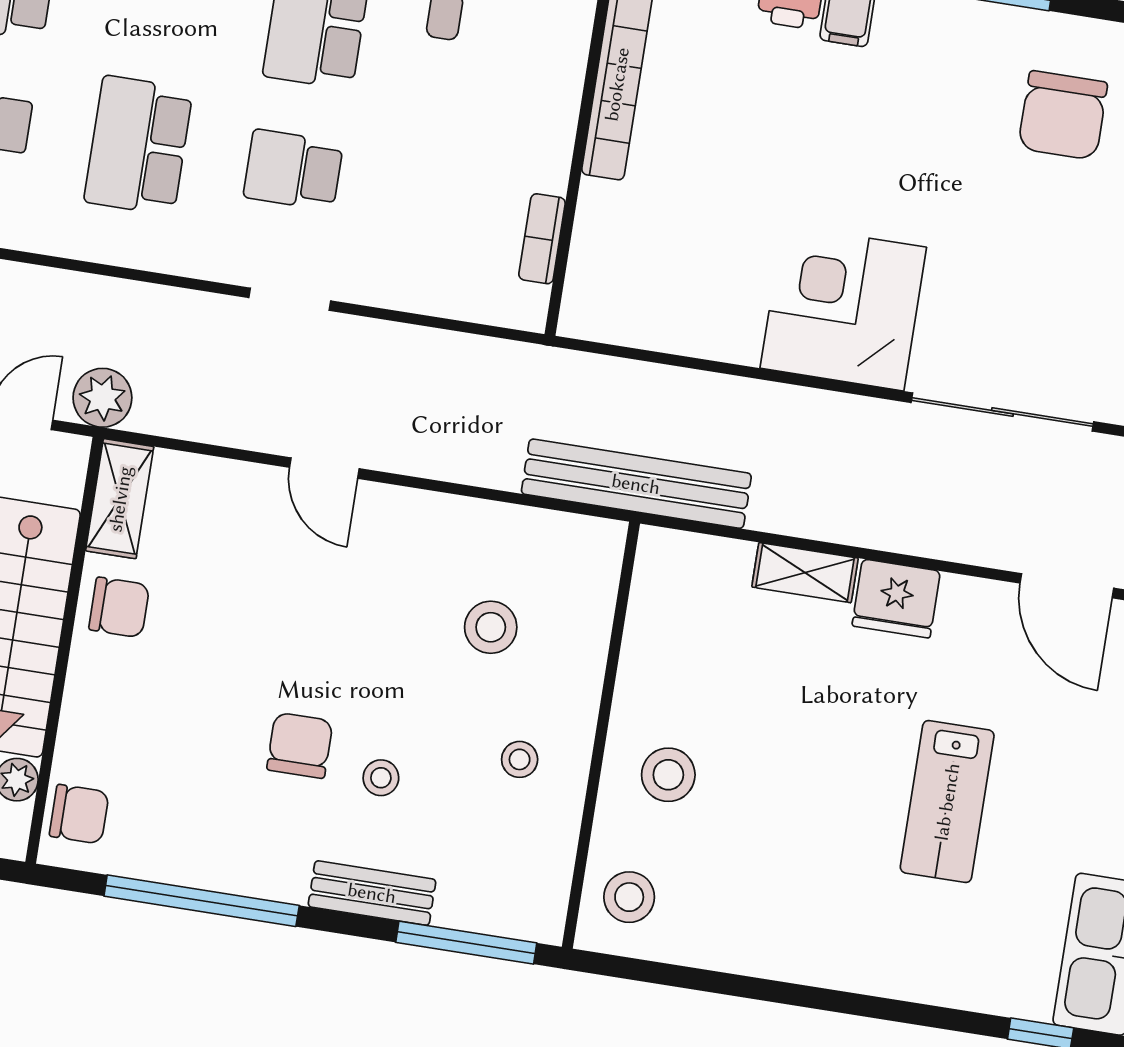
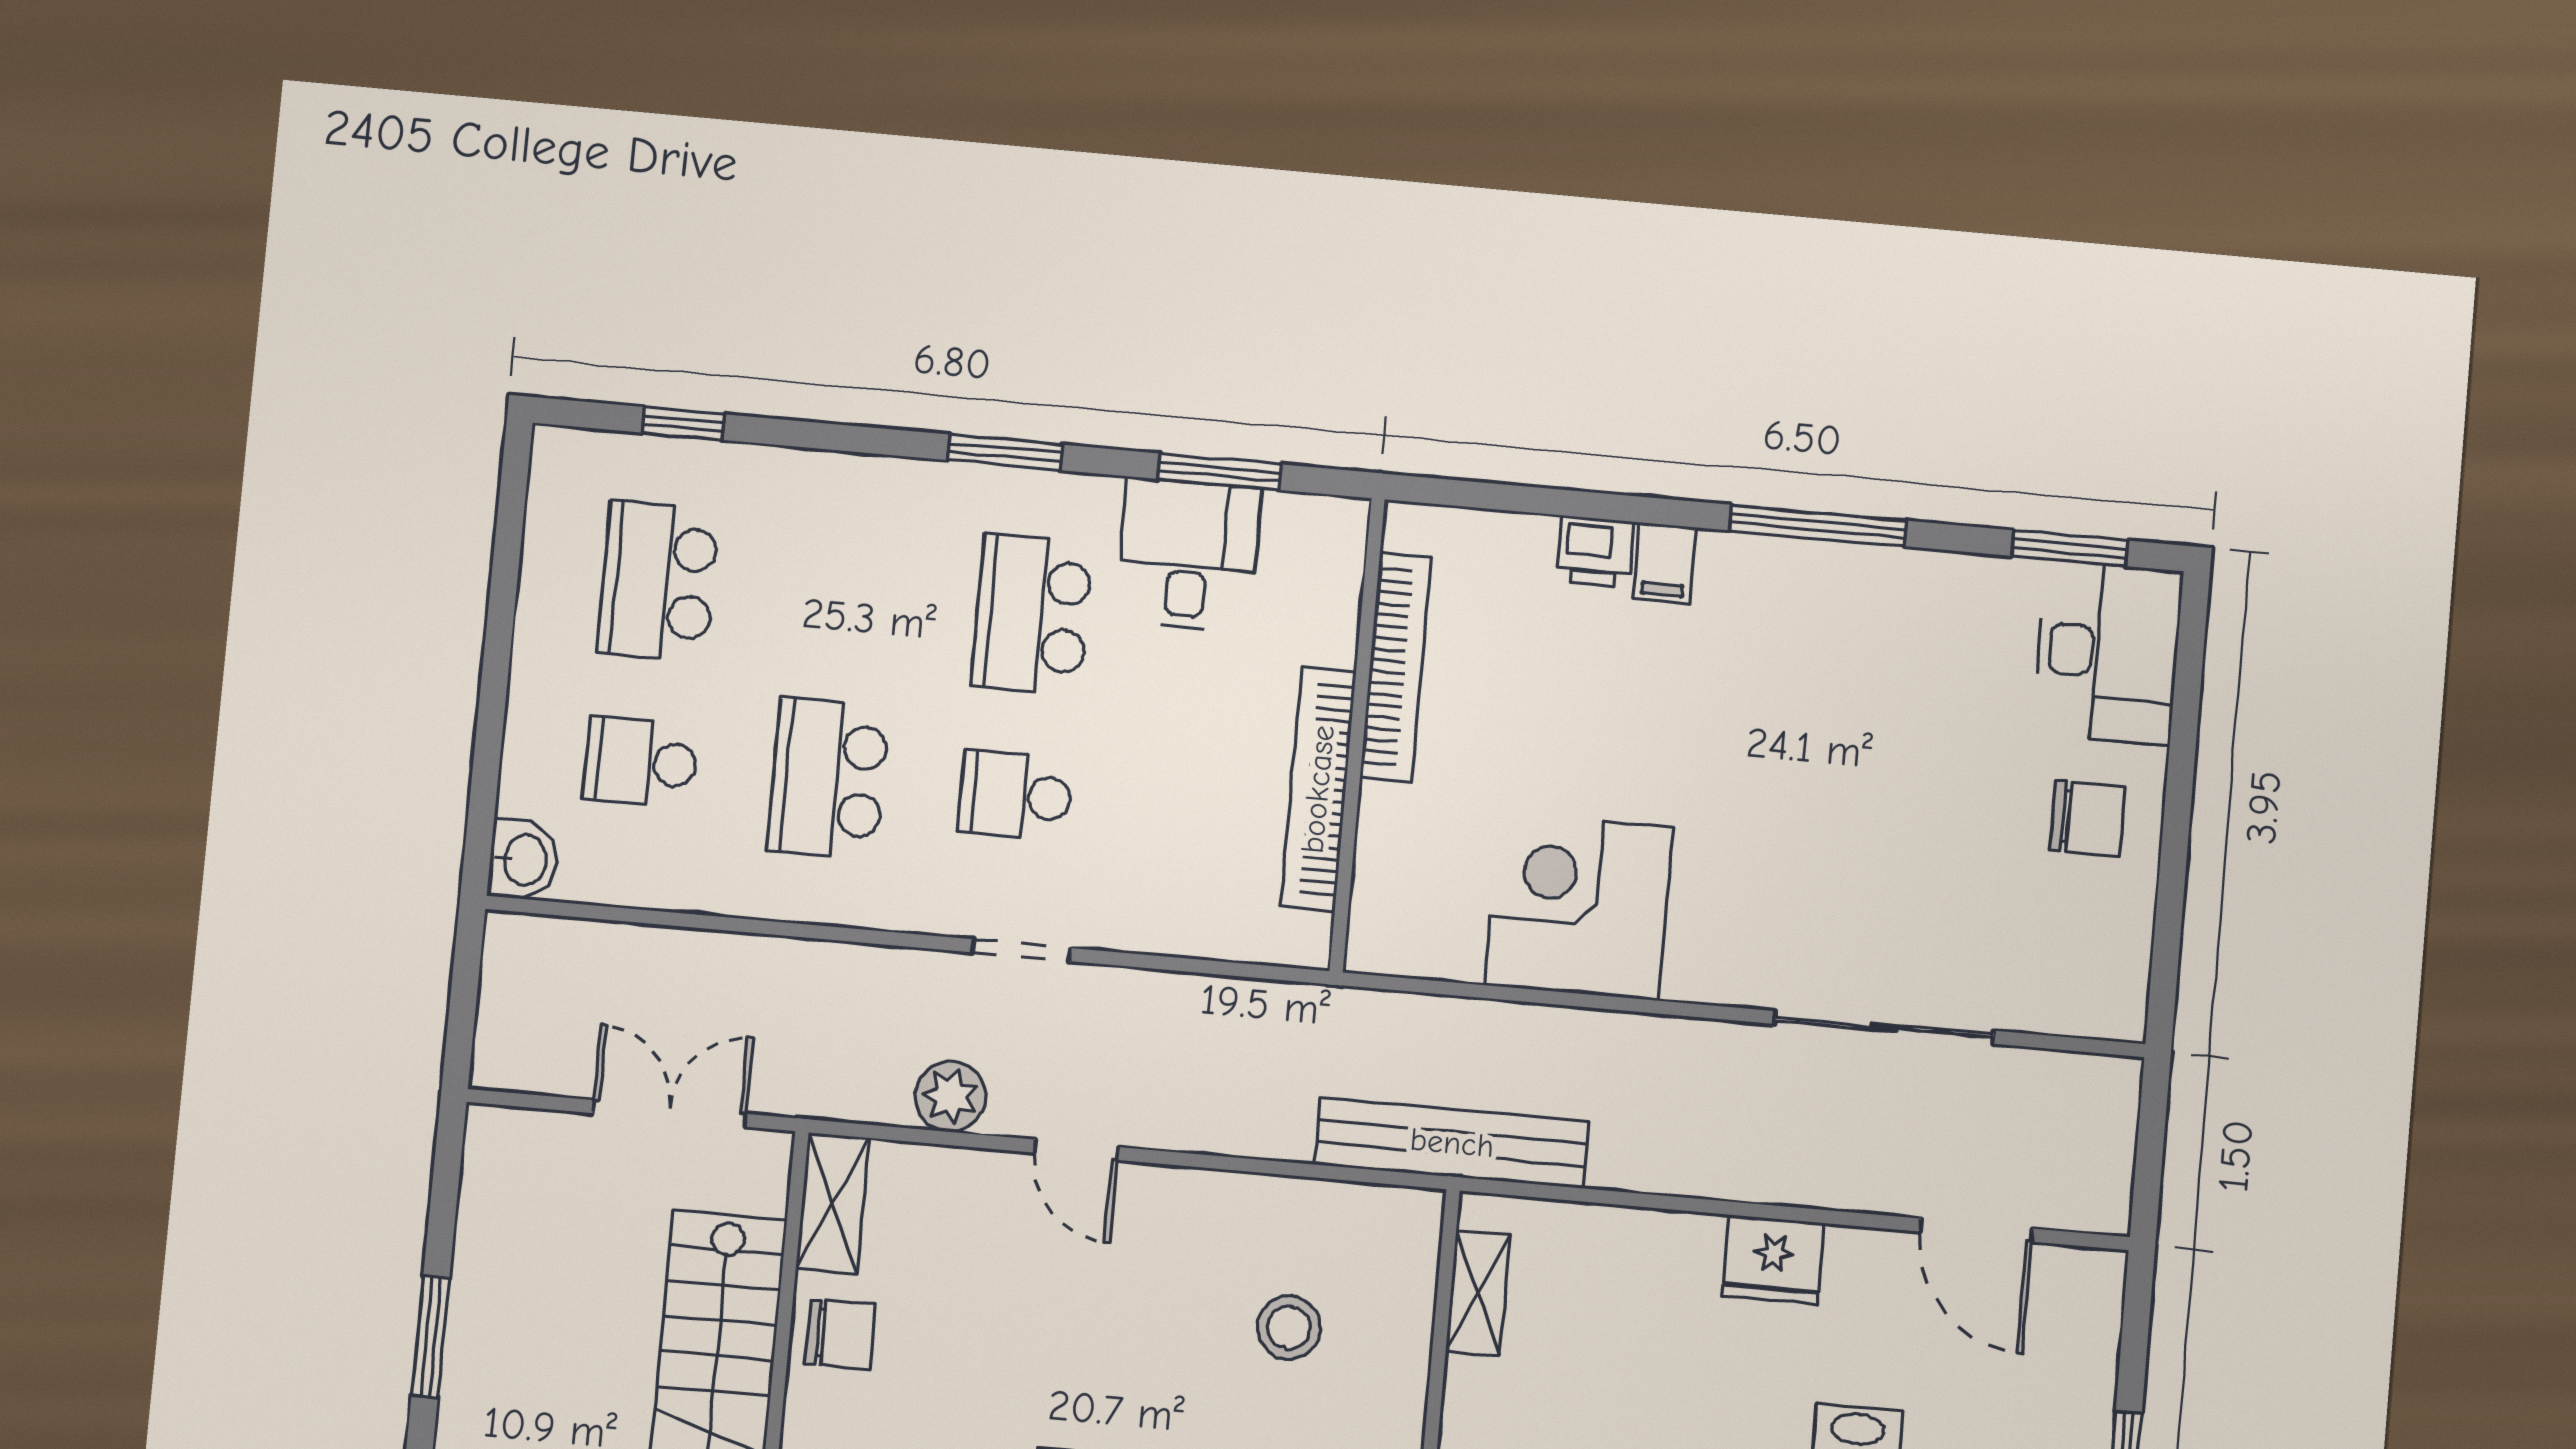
chair: (1063, 115) -> (1930, 669), removed
bookcase: (542, 239) -> (1318, 789), width x2.31, depth x1.31
corner desk: (843, 308) -> (1579, 906), moved
plant: (102, 398) -> (950, 1097), moved
shelving: (805, 573) -> (1478, 1293), moved, turned 90

